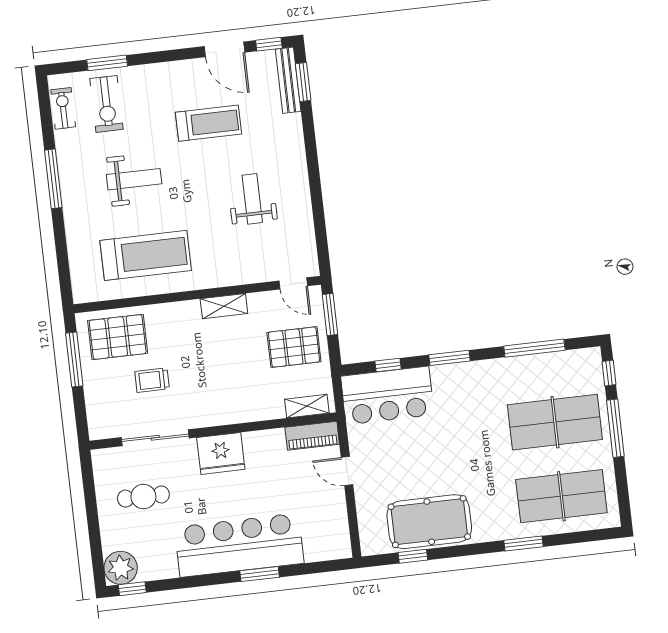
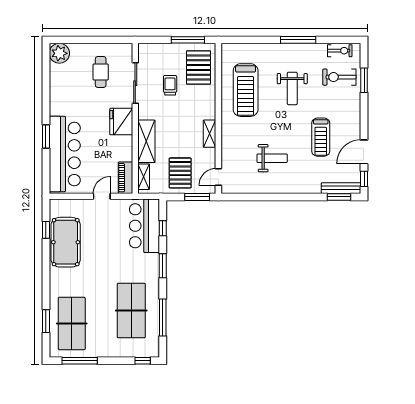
shelving: (248, 408) -> (146, 141), added
table tennis table: (555, 422) -> (131, 311), moved
window: (615, 428) -> (80, 361), moved
window: (524, 543) -> (46, 321), moved
bar counter: (239, 545) -> (65, 154), moved
window: (132, 589) -> (46, 59), removed

